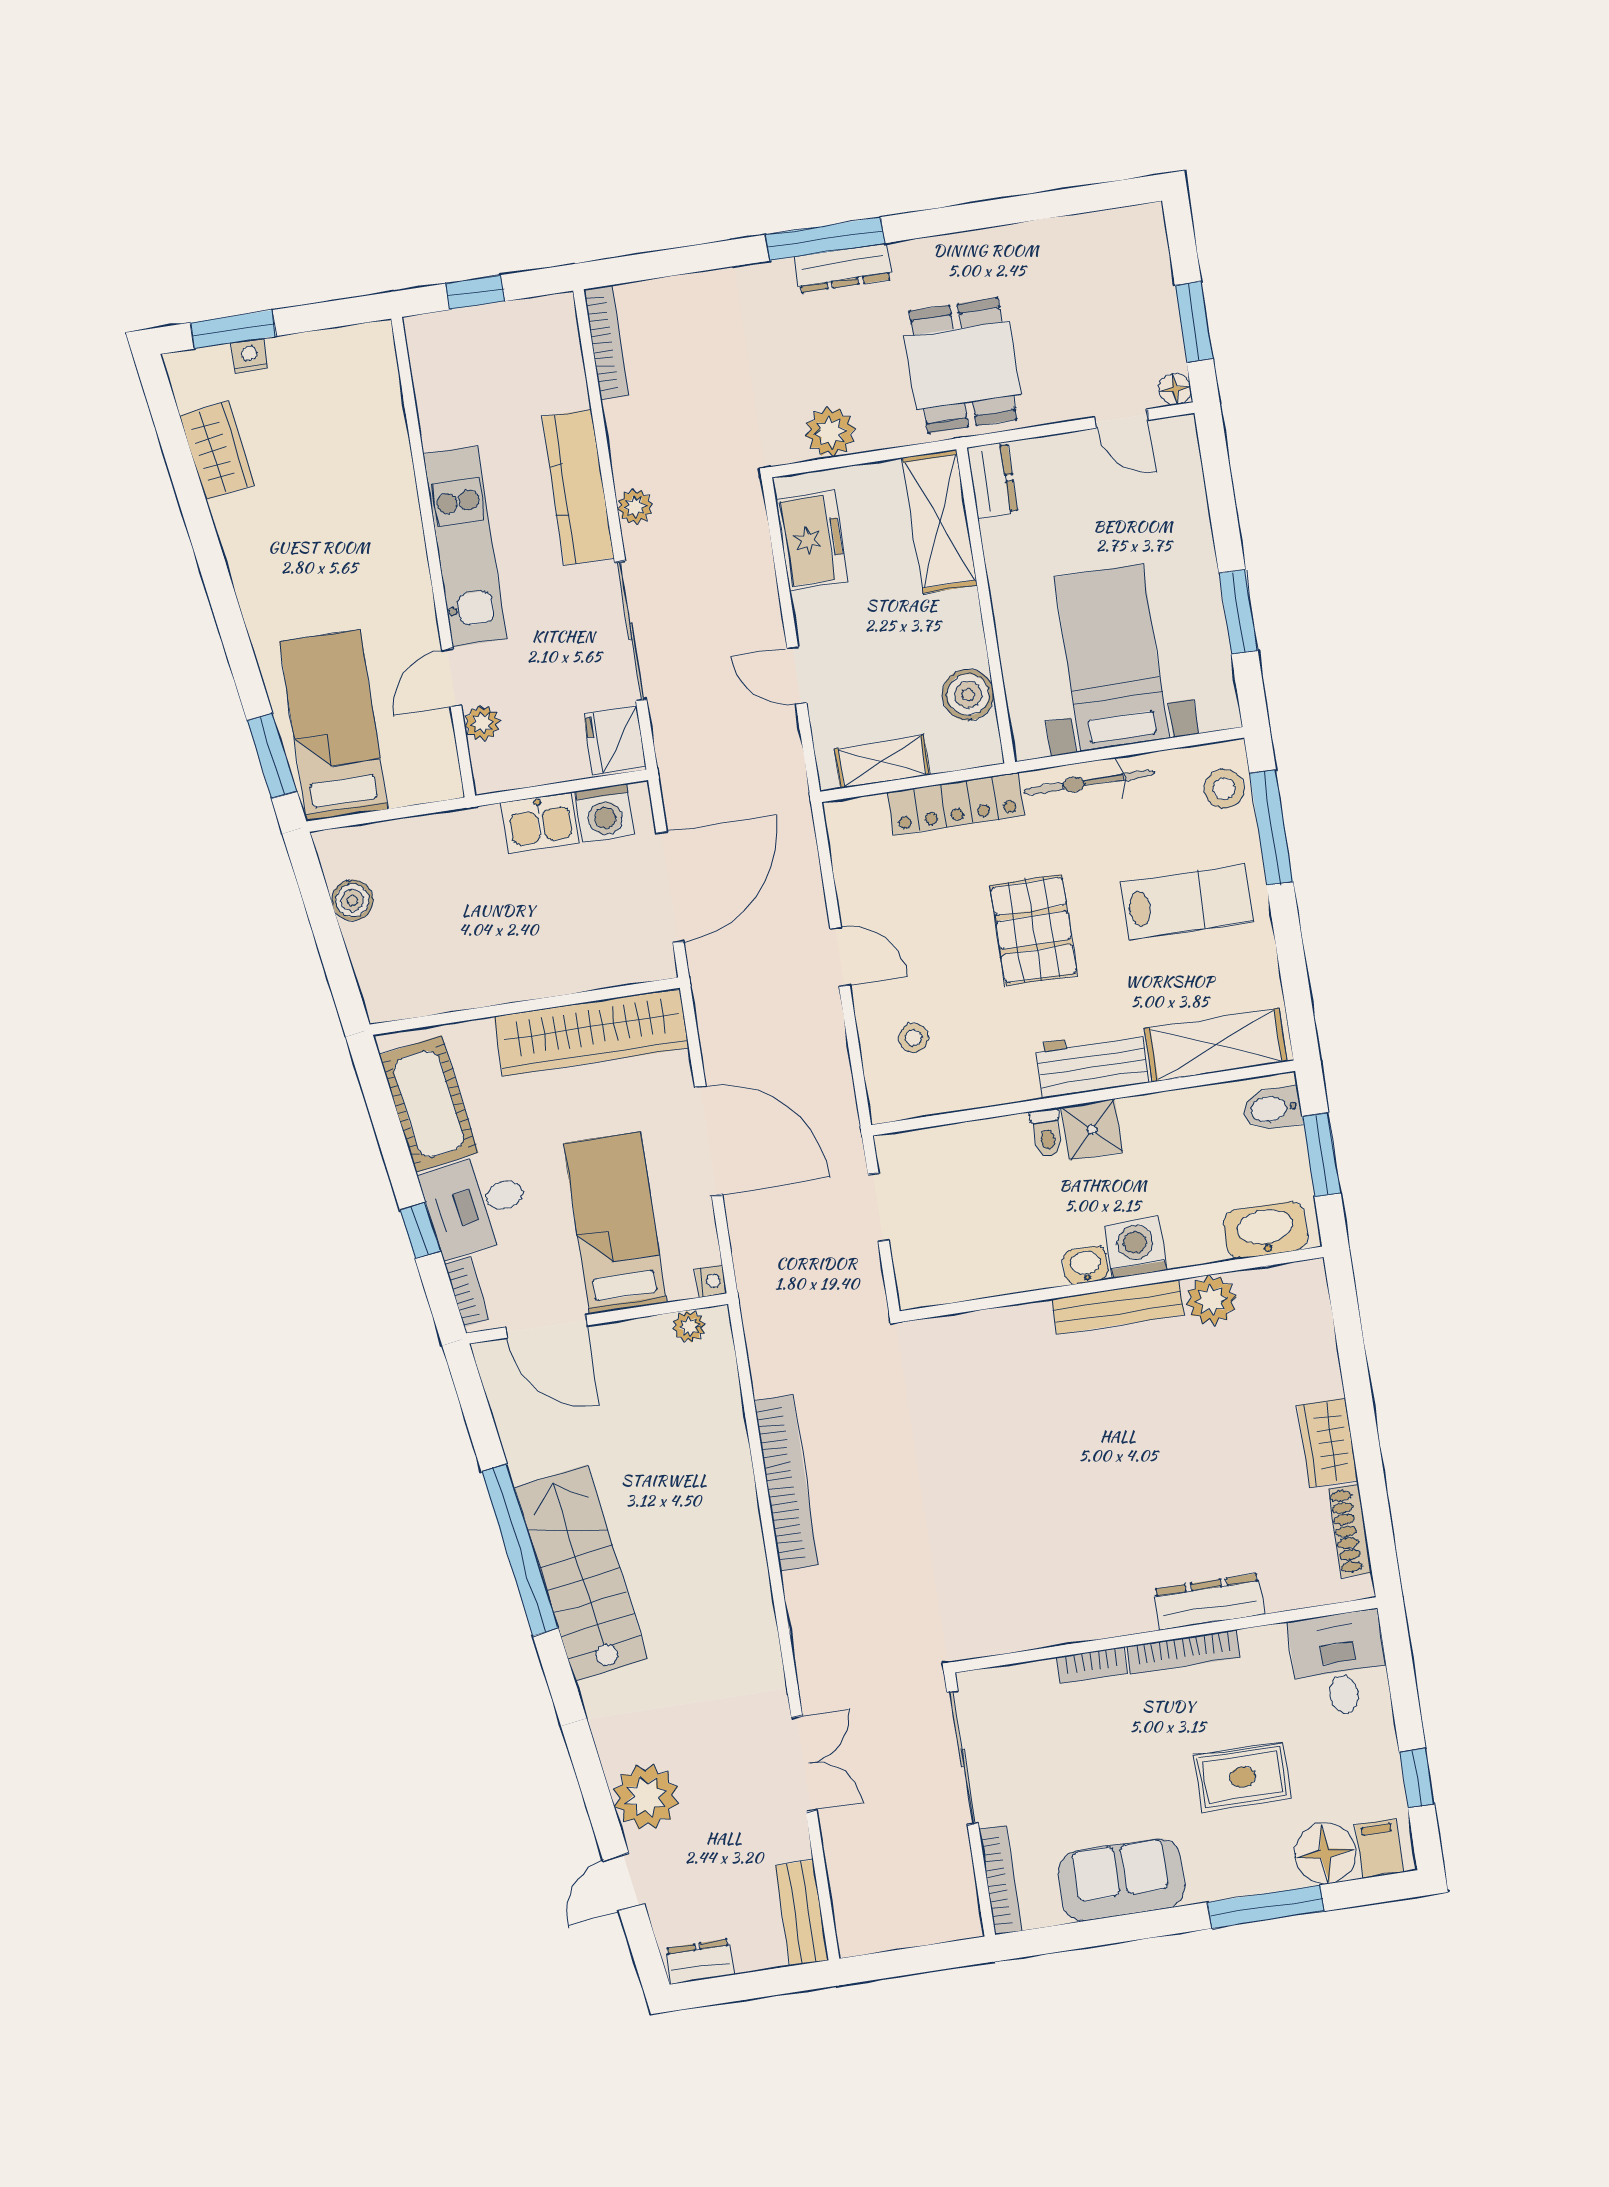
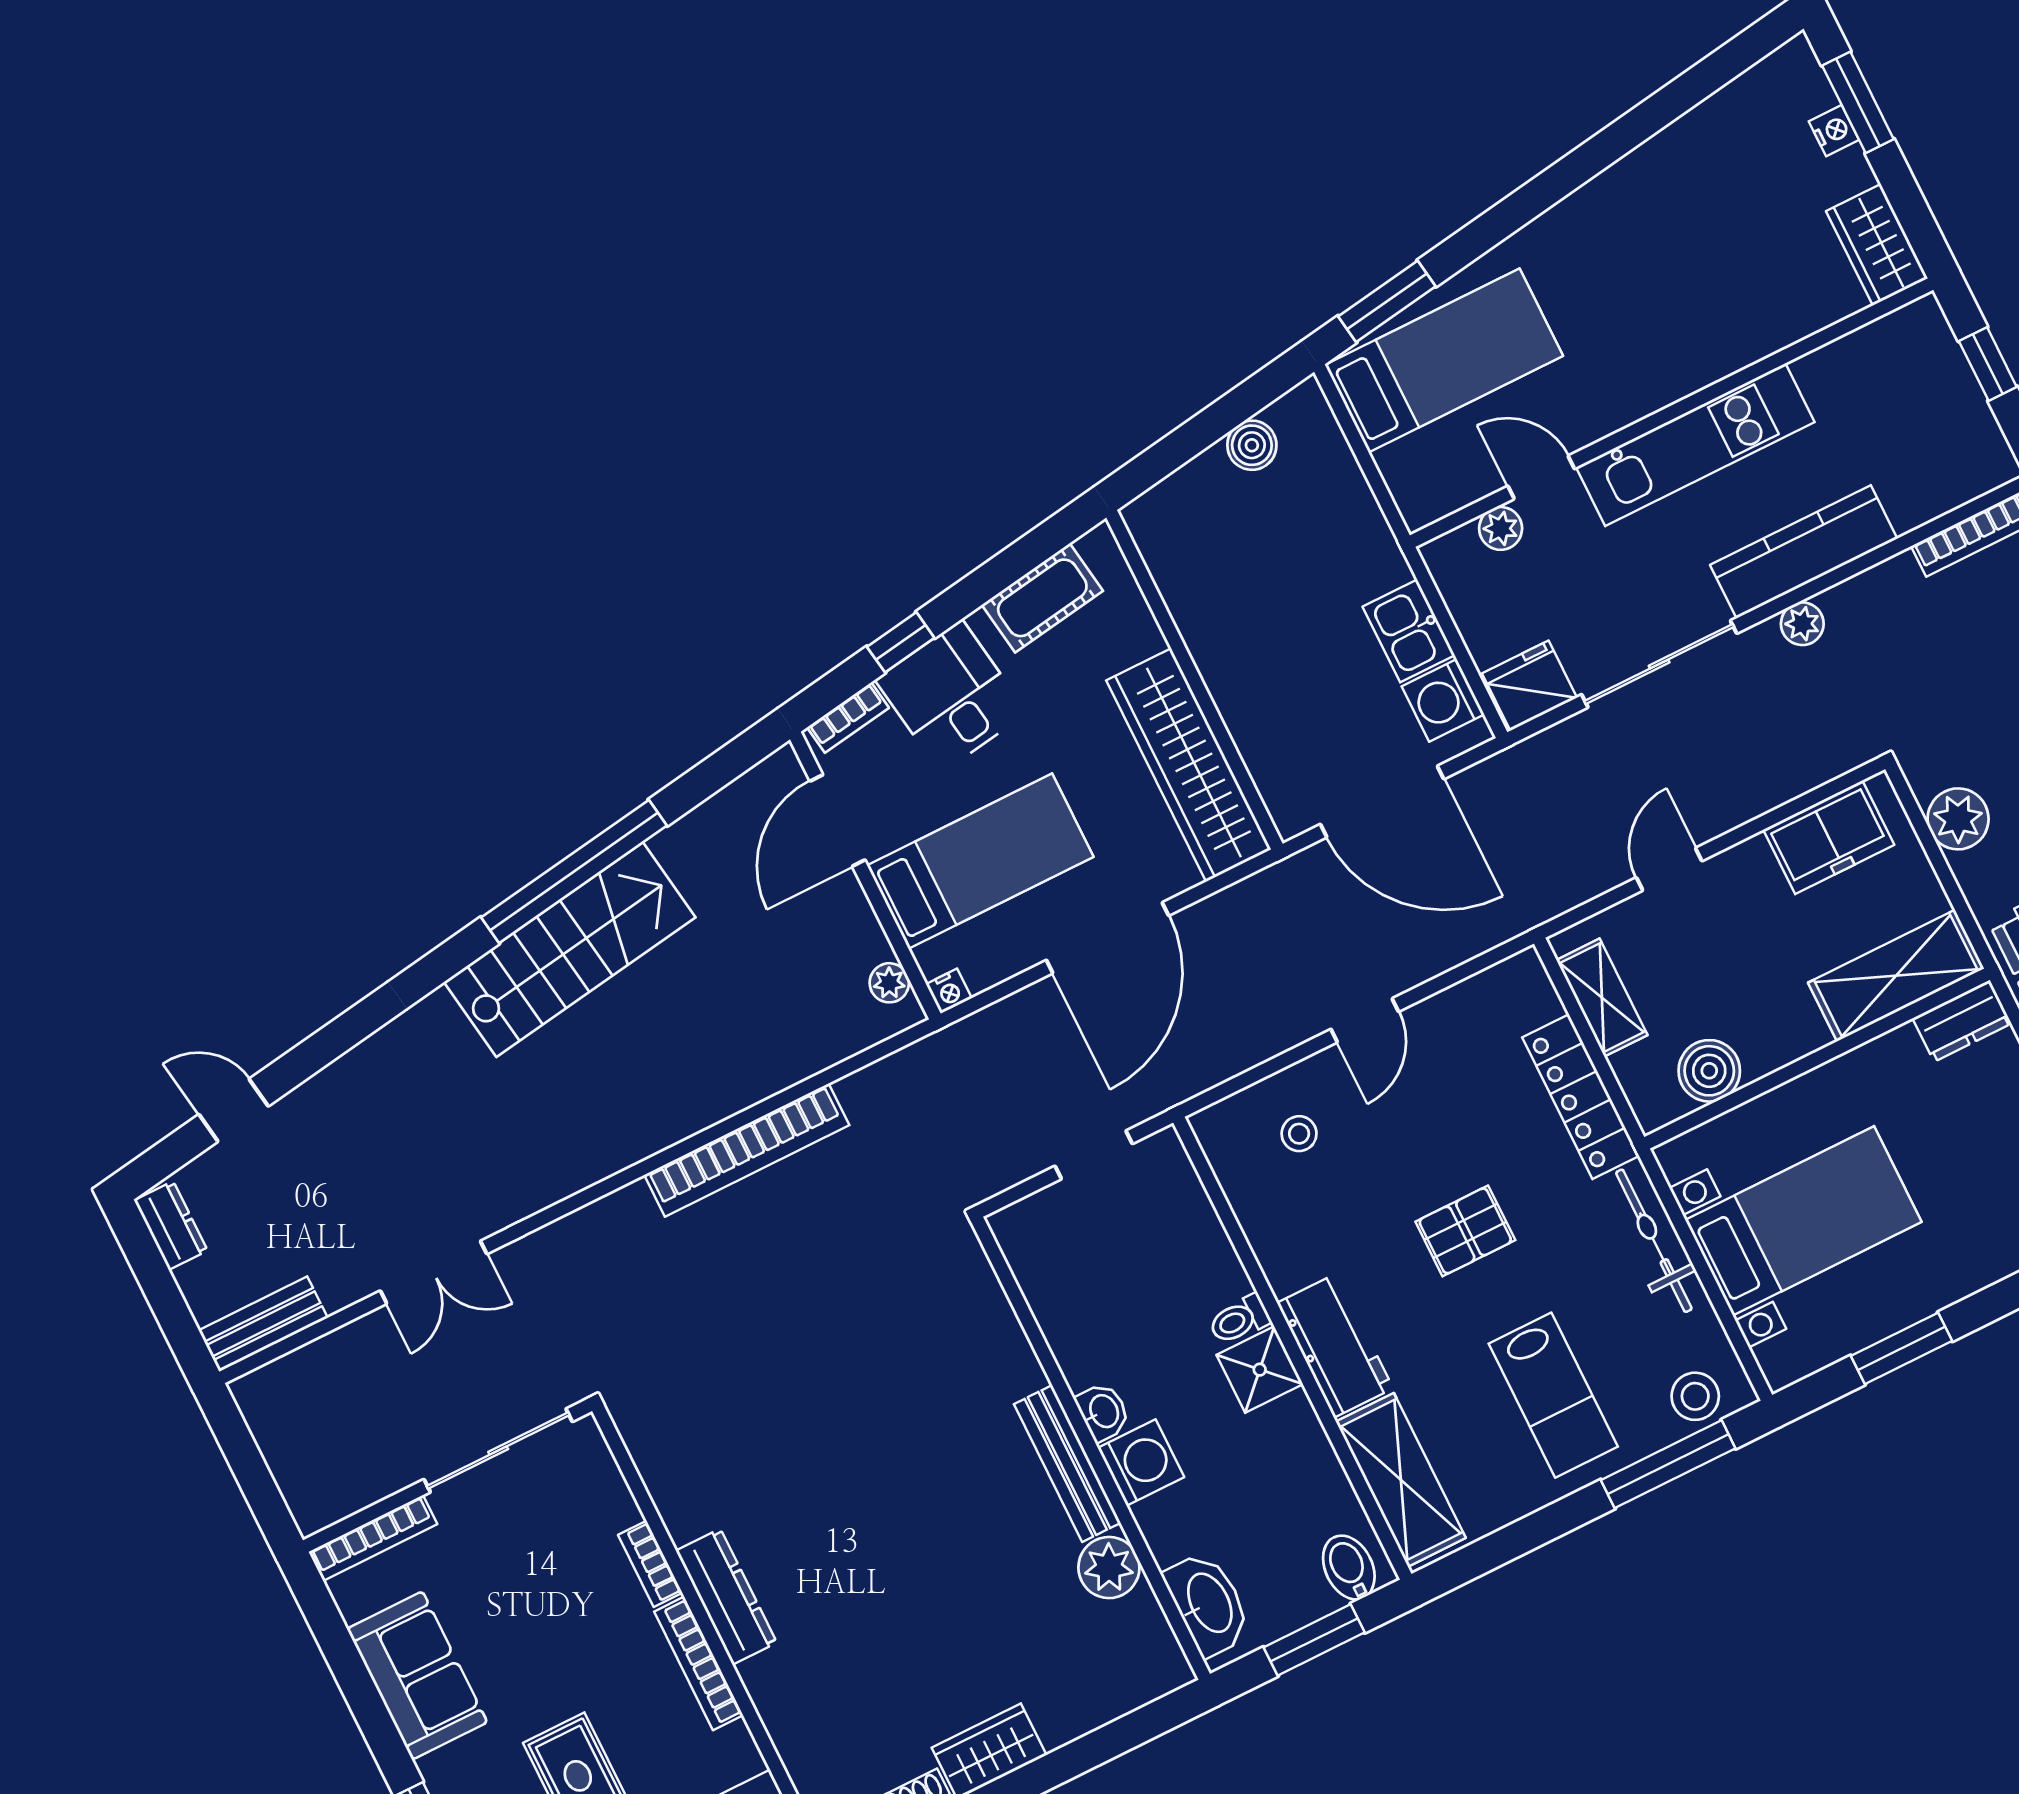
wardrobe: (217, 450) -> (1877, 245), moved, turned 99
pallet: (1034, 930) -> (1465, 1231), width x0.67, depth x0.71
cot: (429, 1104) -> (1042, 598), width x0.73, depth x0.75
dresser: (1209, 1602) -> (726, 1597), moved
plant: (646, 1797) -> (339, 1105), removed

